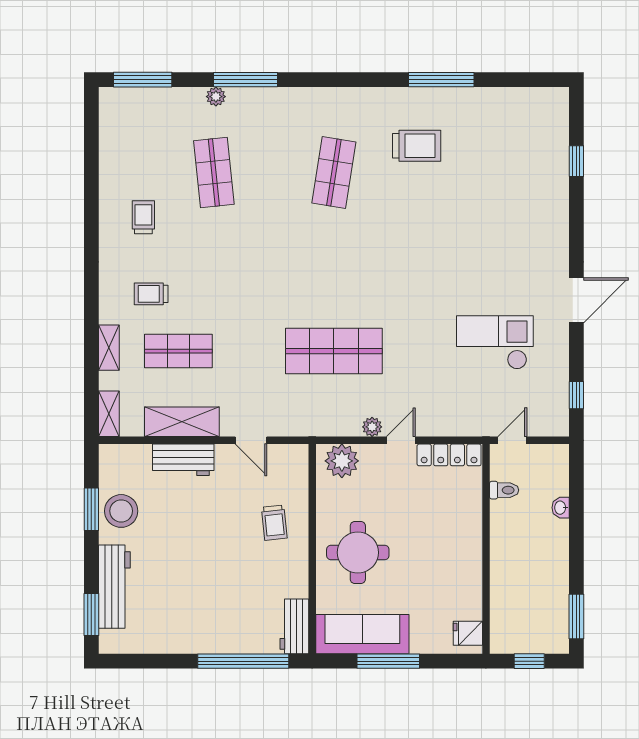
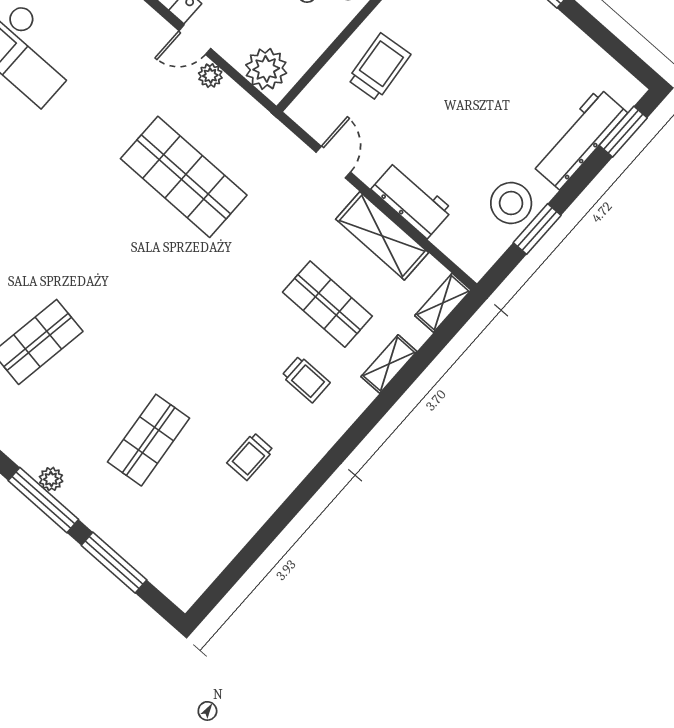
window: (143, 80) -> (114, 563), moved
plant: (216, 97) -> (51, 479), moved
trolley: (274, 523) -> (379, 67), width x1.36, depth x1.39

